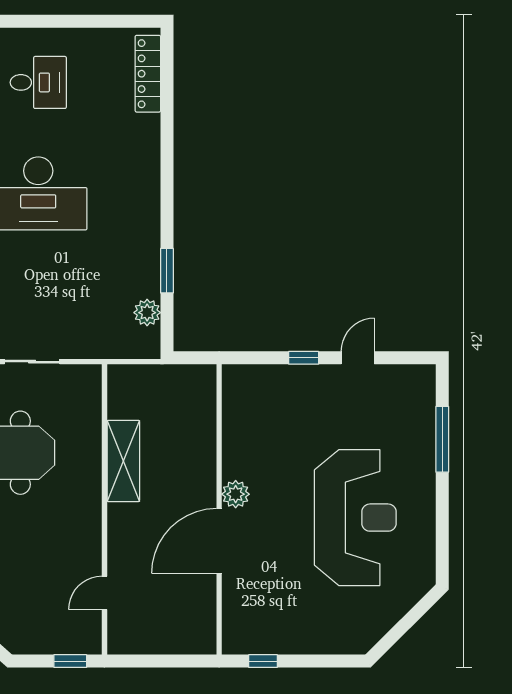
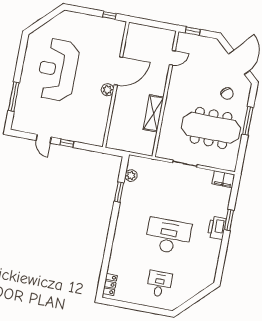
locker: (148, 74) -> (110, 284), width x0.66
desk: (38, 82) -> (159, 284), turned 90
door: (358, 358) -> (44, 139), hinge flipped

